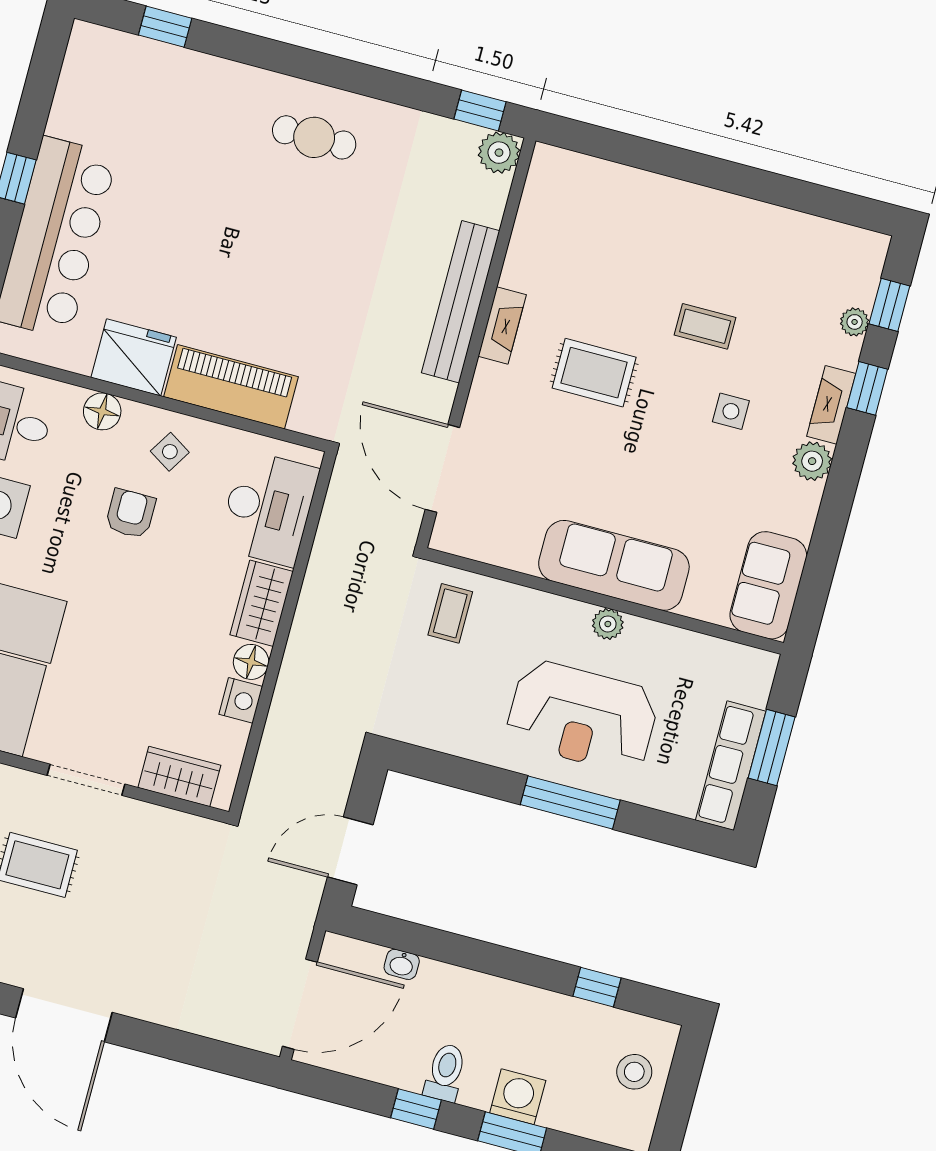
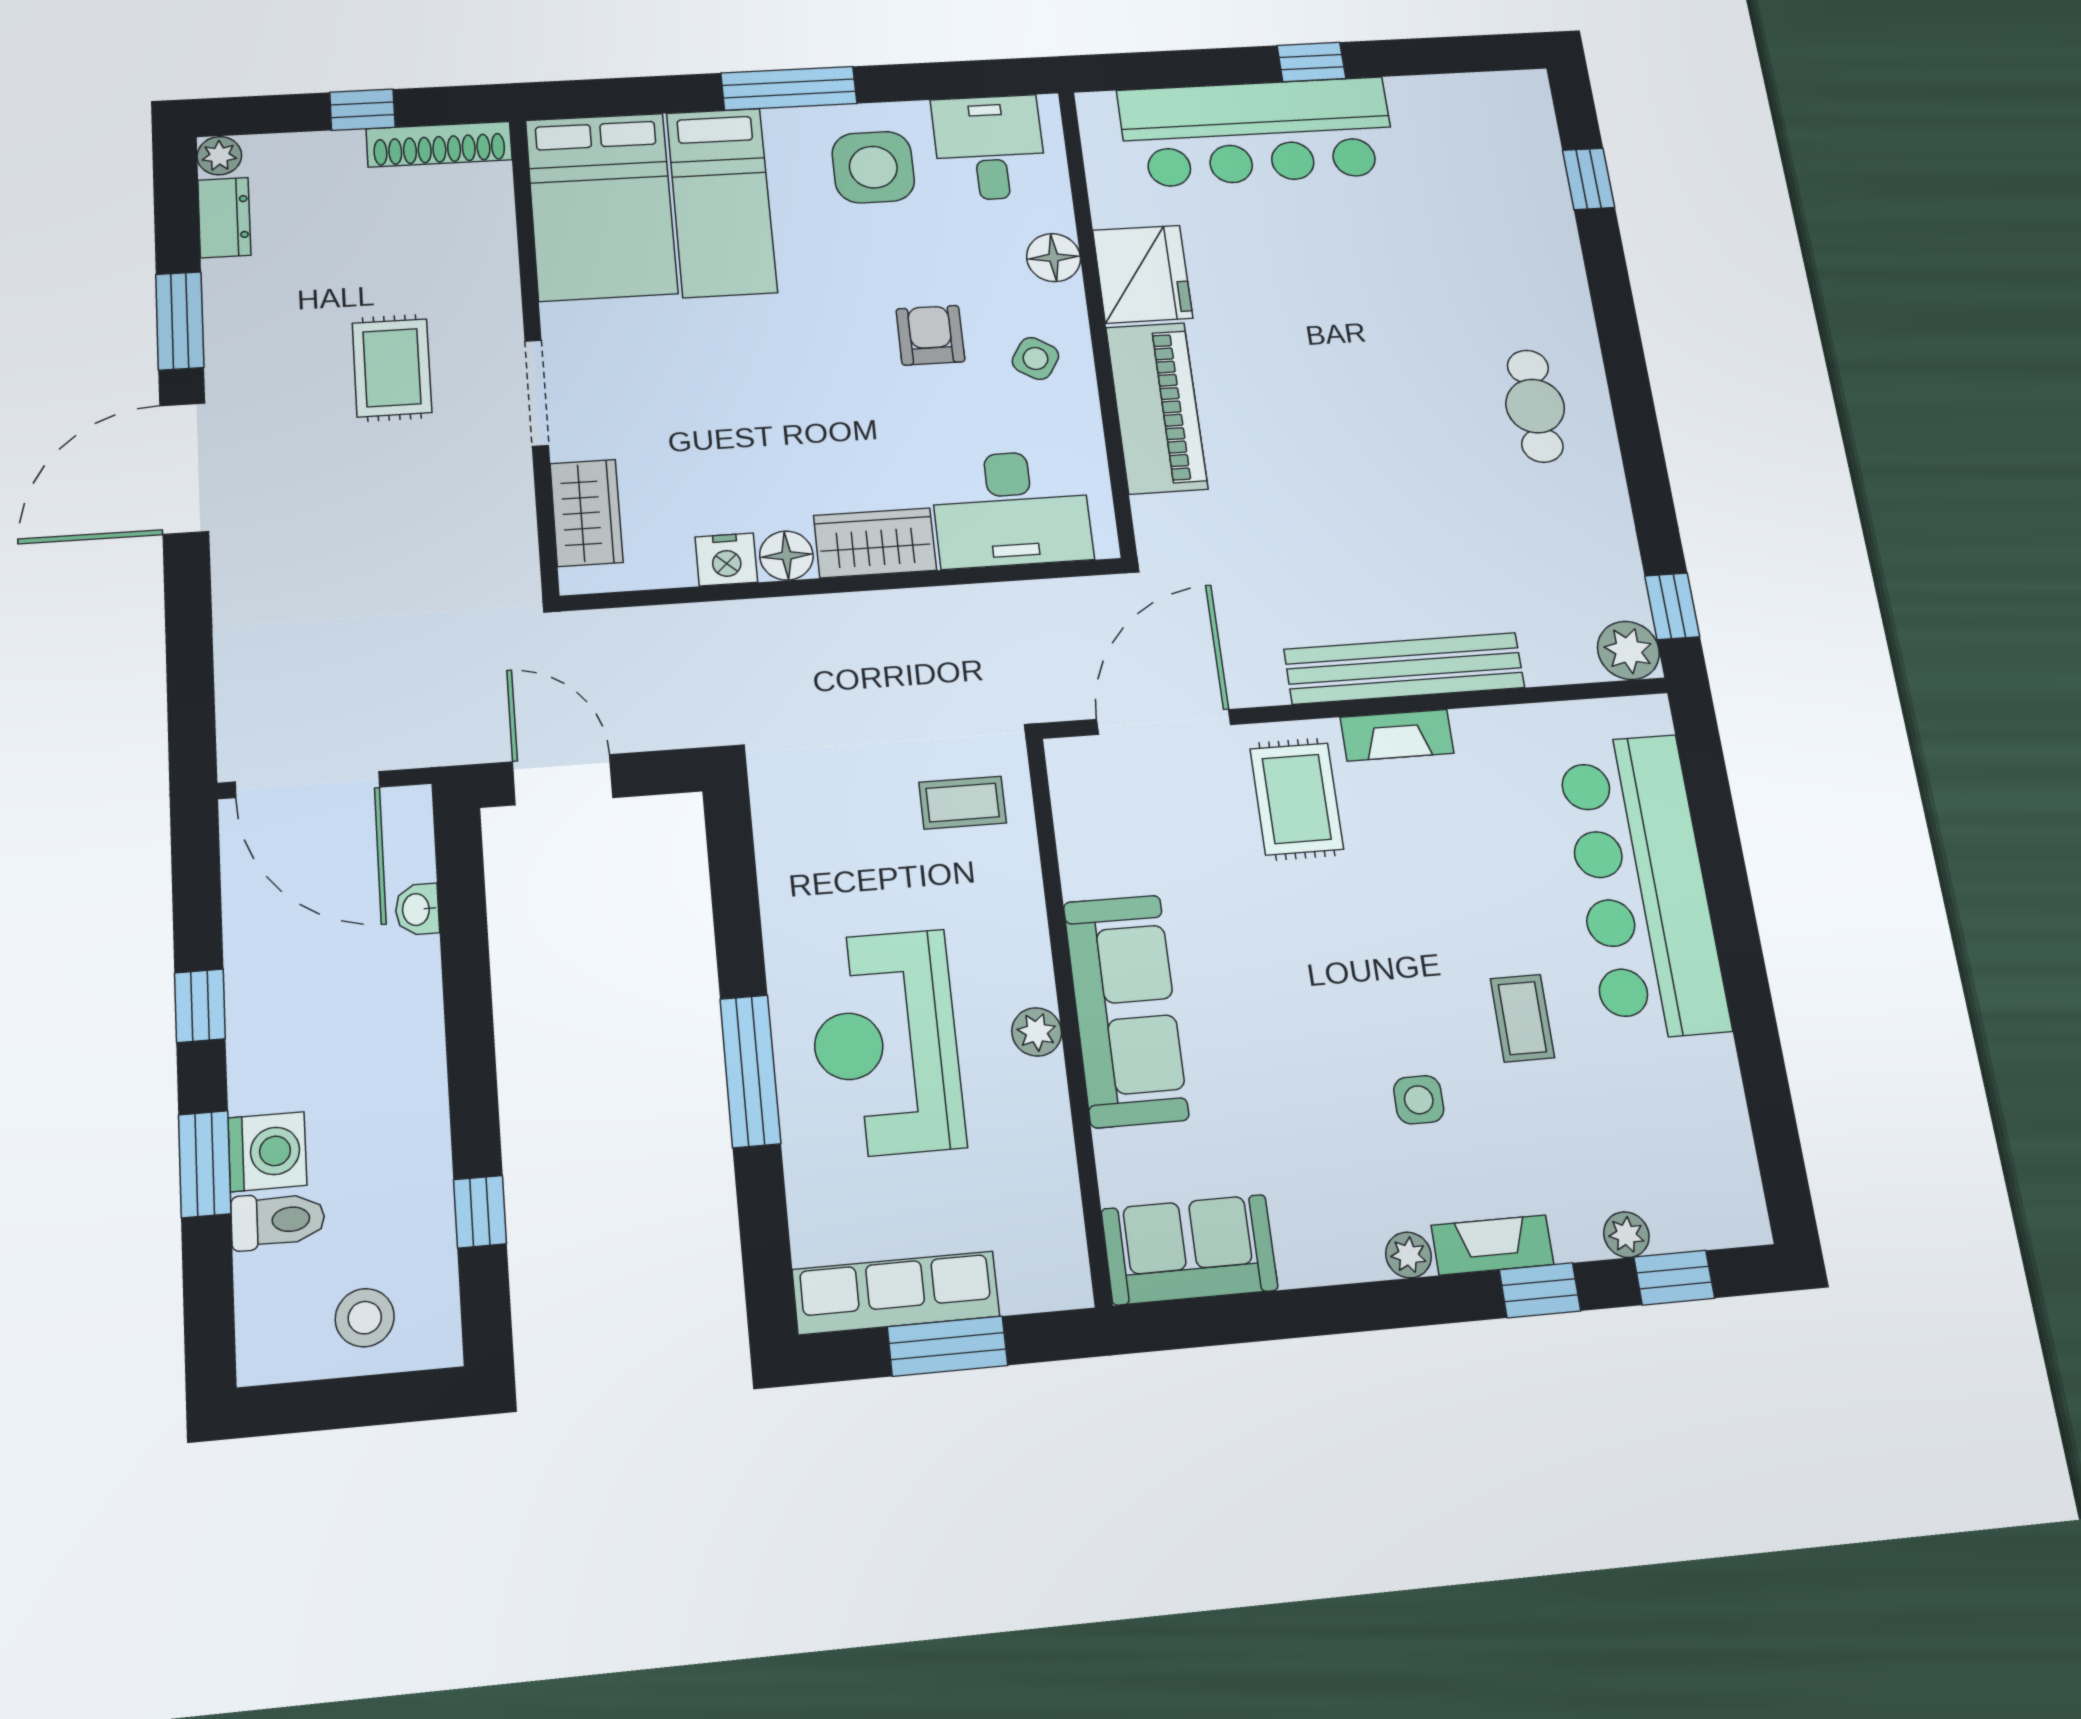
bar counter: (651, 214) -> (1643, 886), added
rug: (594, 373) -> (1297, 799), moved
plant: (812, 461) -> (1408, 1255), width x0.73, depth x0.73
armchair: (130, 514) -> (930, 335), turned -90
toilet: (445, 1073) -> (278, 1220), moved

